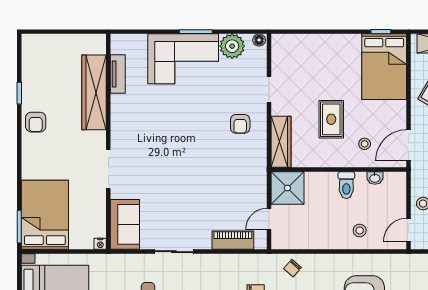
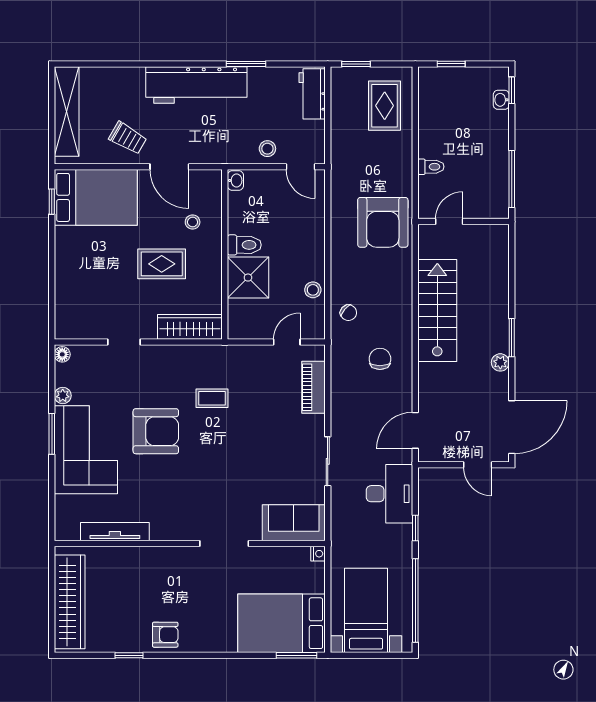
plant: (232, 46) -> (63, 396), width x0.53, depth x0.53
tv unit: (118, 74) -> (115, 532), width x1.41
wardrobe: (94, 92) -> (70, 602), moved, turned -90
armchair: (240, 124) -> (156, 431), moved, width x1.88, depth x1.88
door: (409, 145) -> (169, 167), moved
coffee table: (224, 159) -> (212, 398), added
washbasin: (375, 178) -> (235, 180), moved
shower: (287, 188) -> (248, 278), moved
door: (269, 219) -> (287, 342), swing flipped
stool: (360, 230) -> (313, 290), moved

